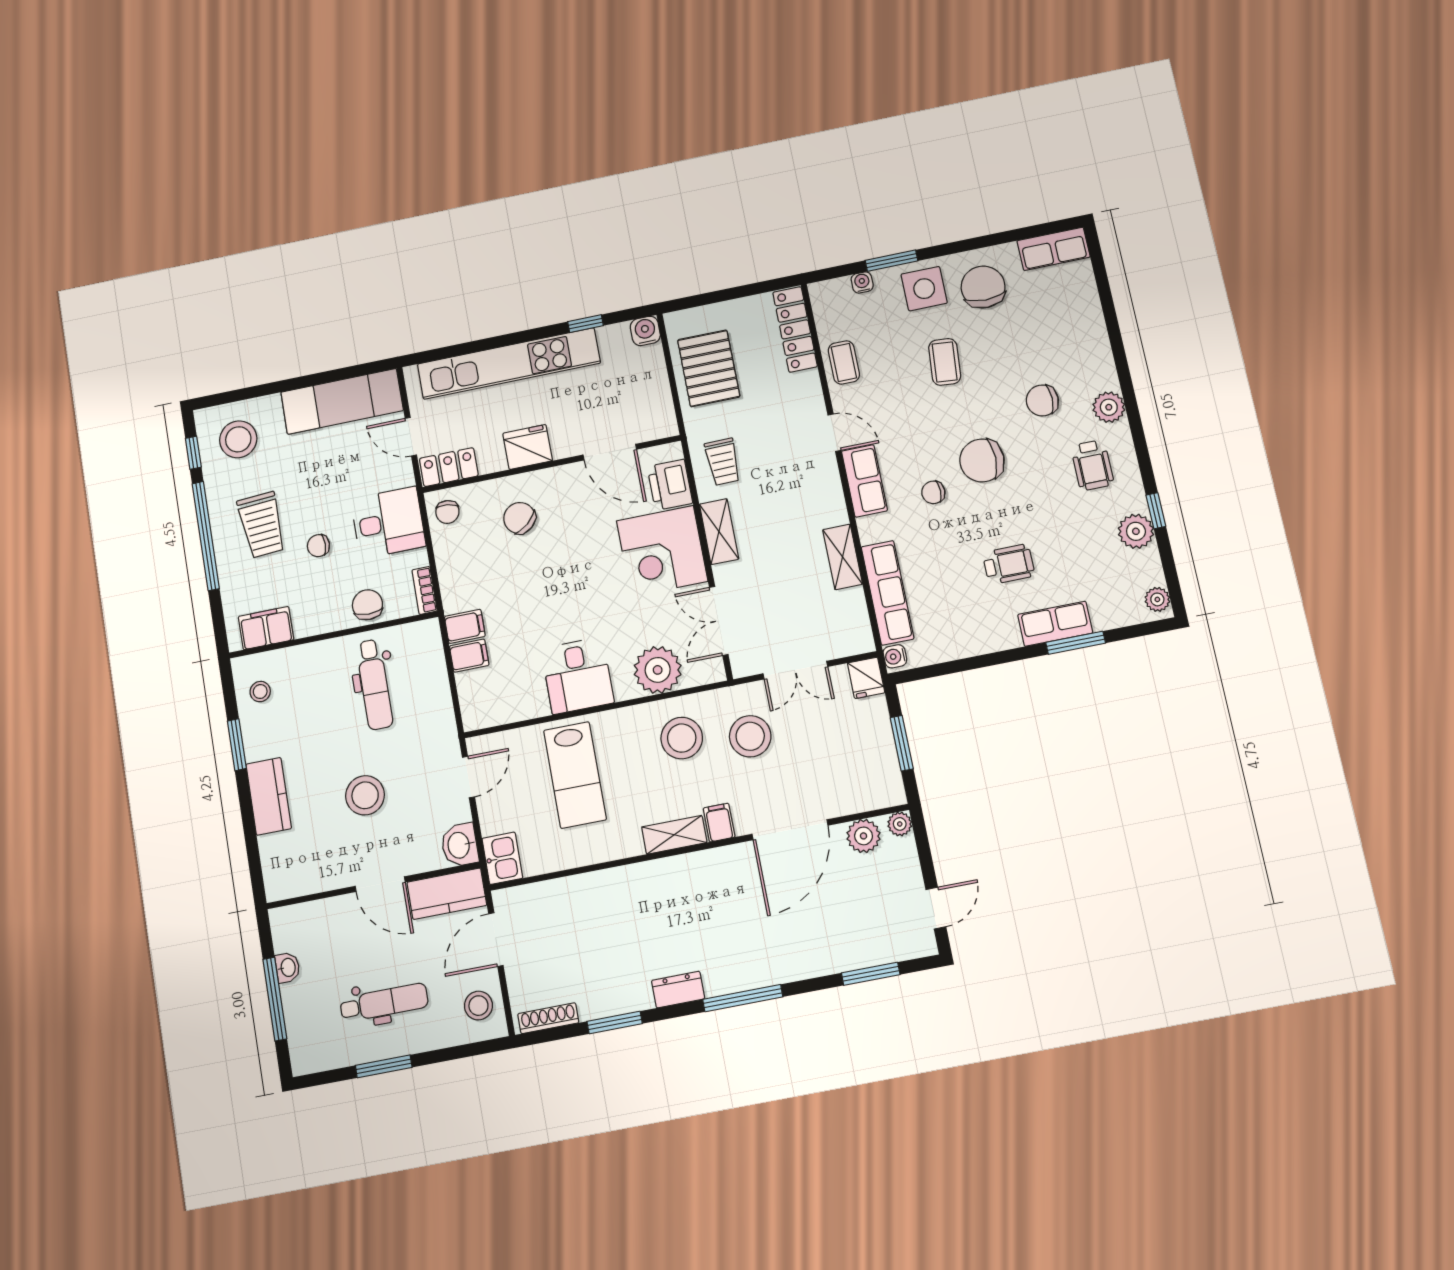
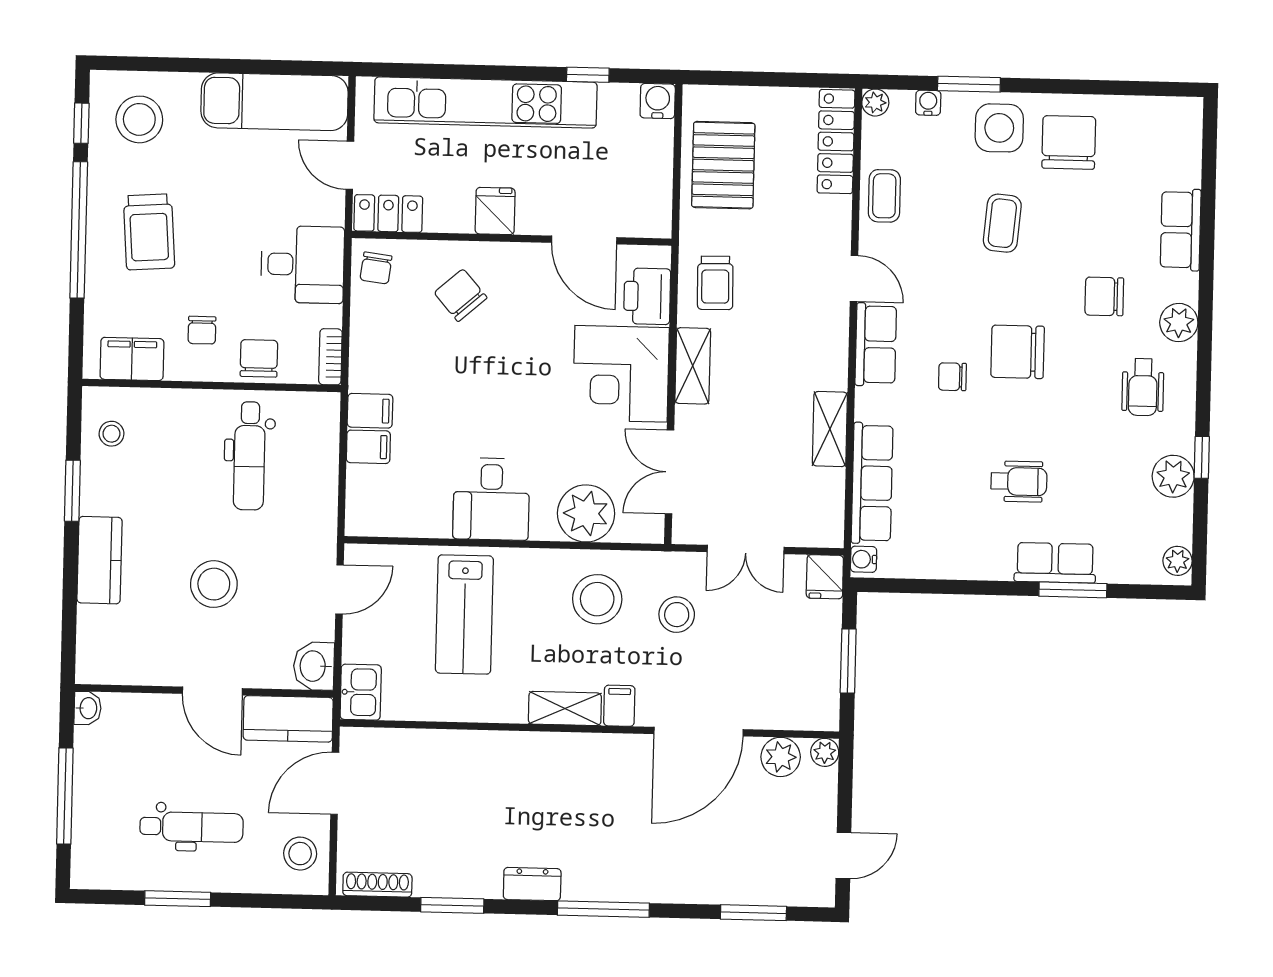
row of seats: (1054, 249) -> (1181, 230), moved, turned 90
plant: (820, 292) -> (875, 103), added
fridge: (528, 447) -> (495, 211), width x0.72
chair: (318, 546) -> (202, 330), moved, turned -90
stool: (750, 736) -> (677, 615), width x0.73, depth x0.73
washbasin: (288, 968) -> (88, 708), moved

